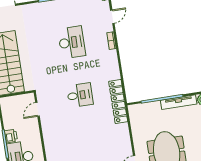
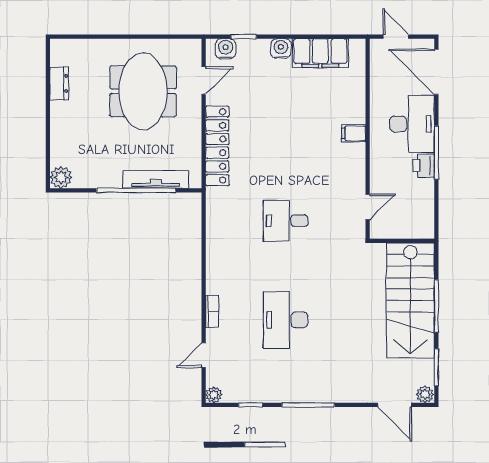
locker: (118, 101) -> (217, 146), moved
tv unit: (179, 102) -> (156, 179), moved
filing cabinet: (51, 147) -> (354, 133), added

